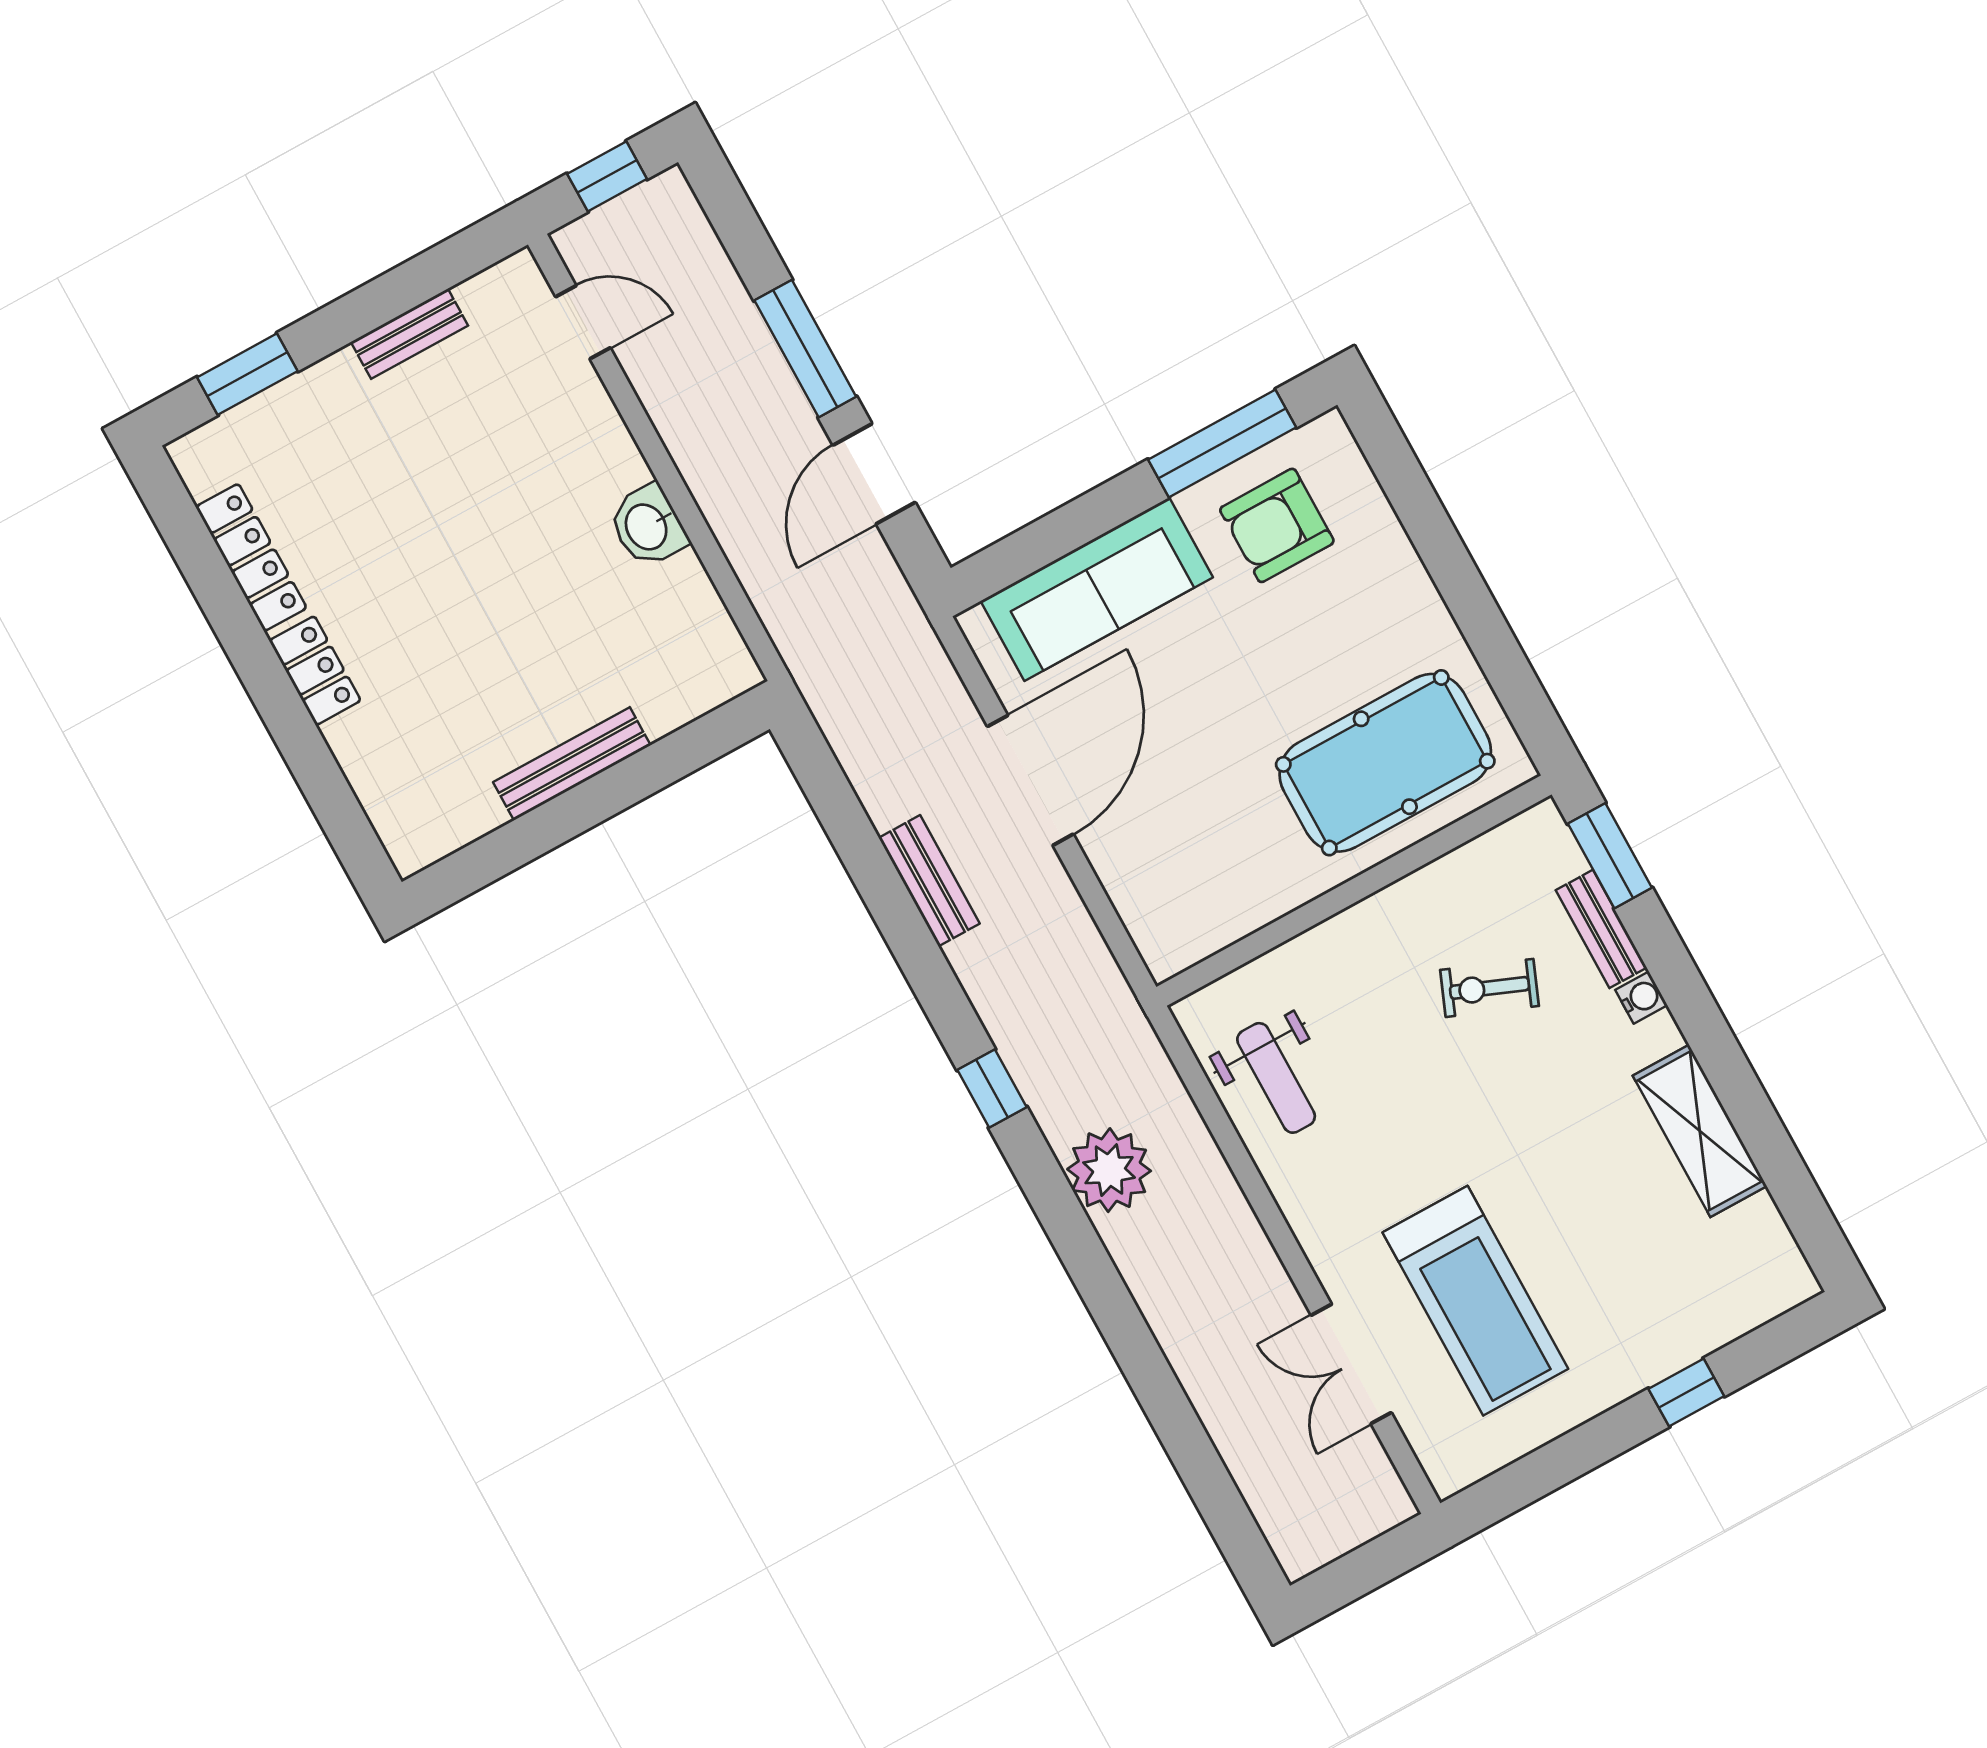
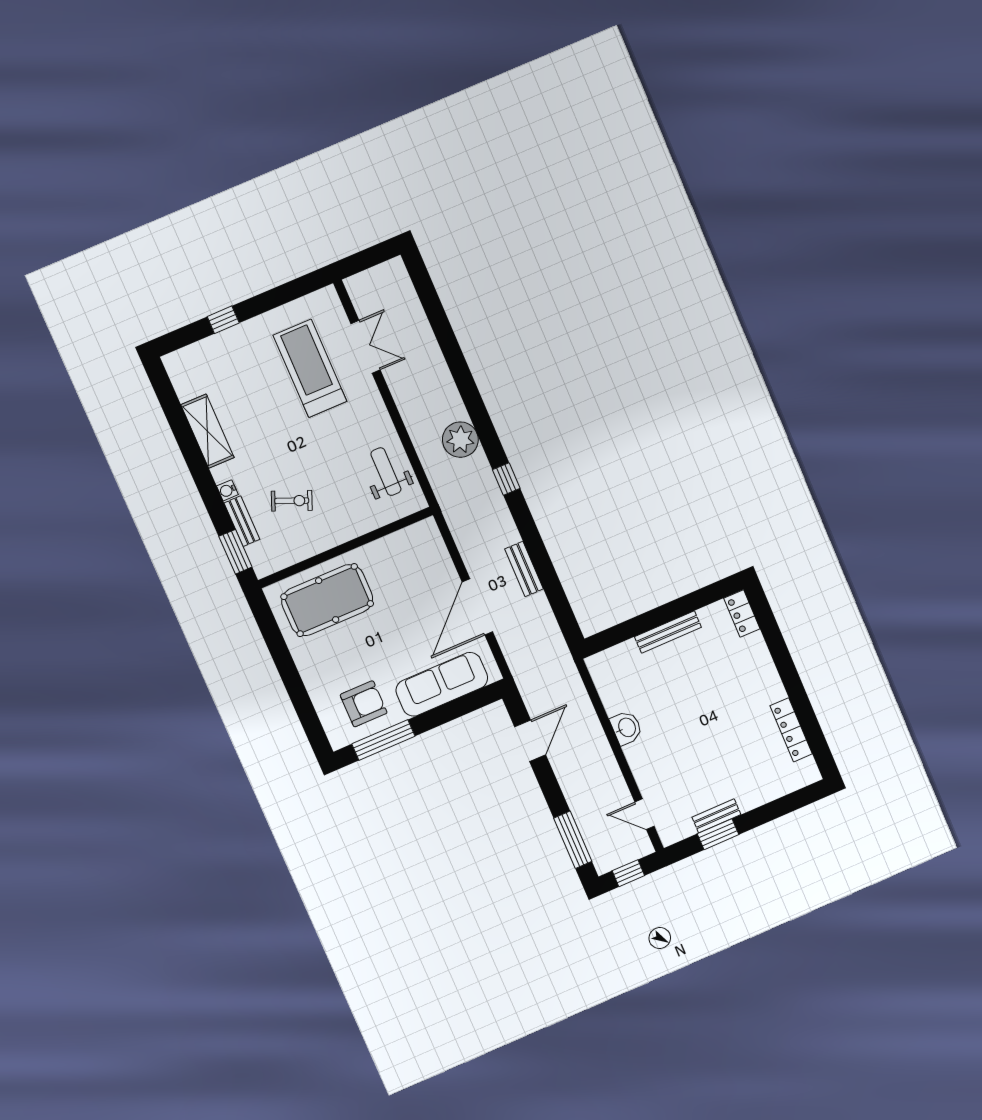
window: (805, 349) -> (573, 840), moved
window: (247, 374) -> (718, 834), moved
locker: (315, 671) -> (742, 614), moved

